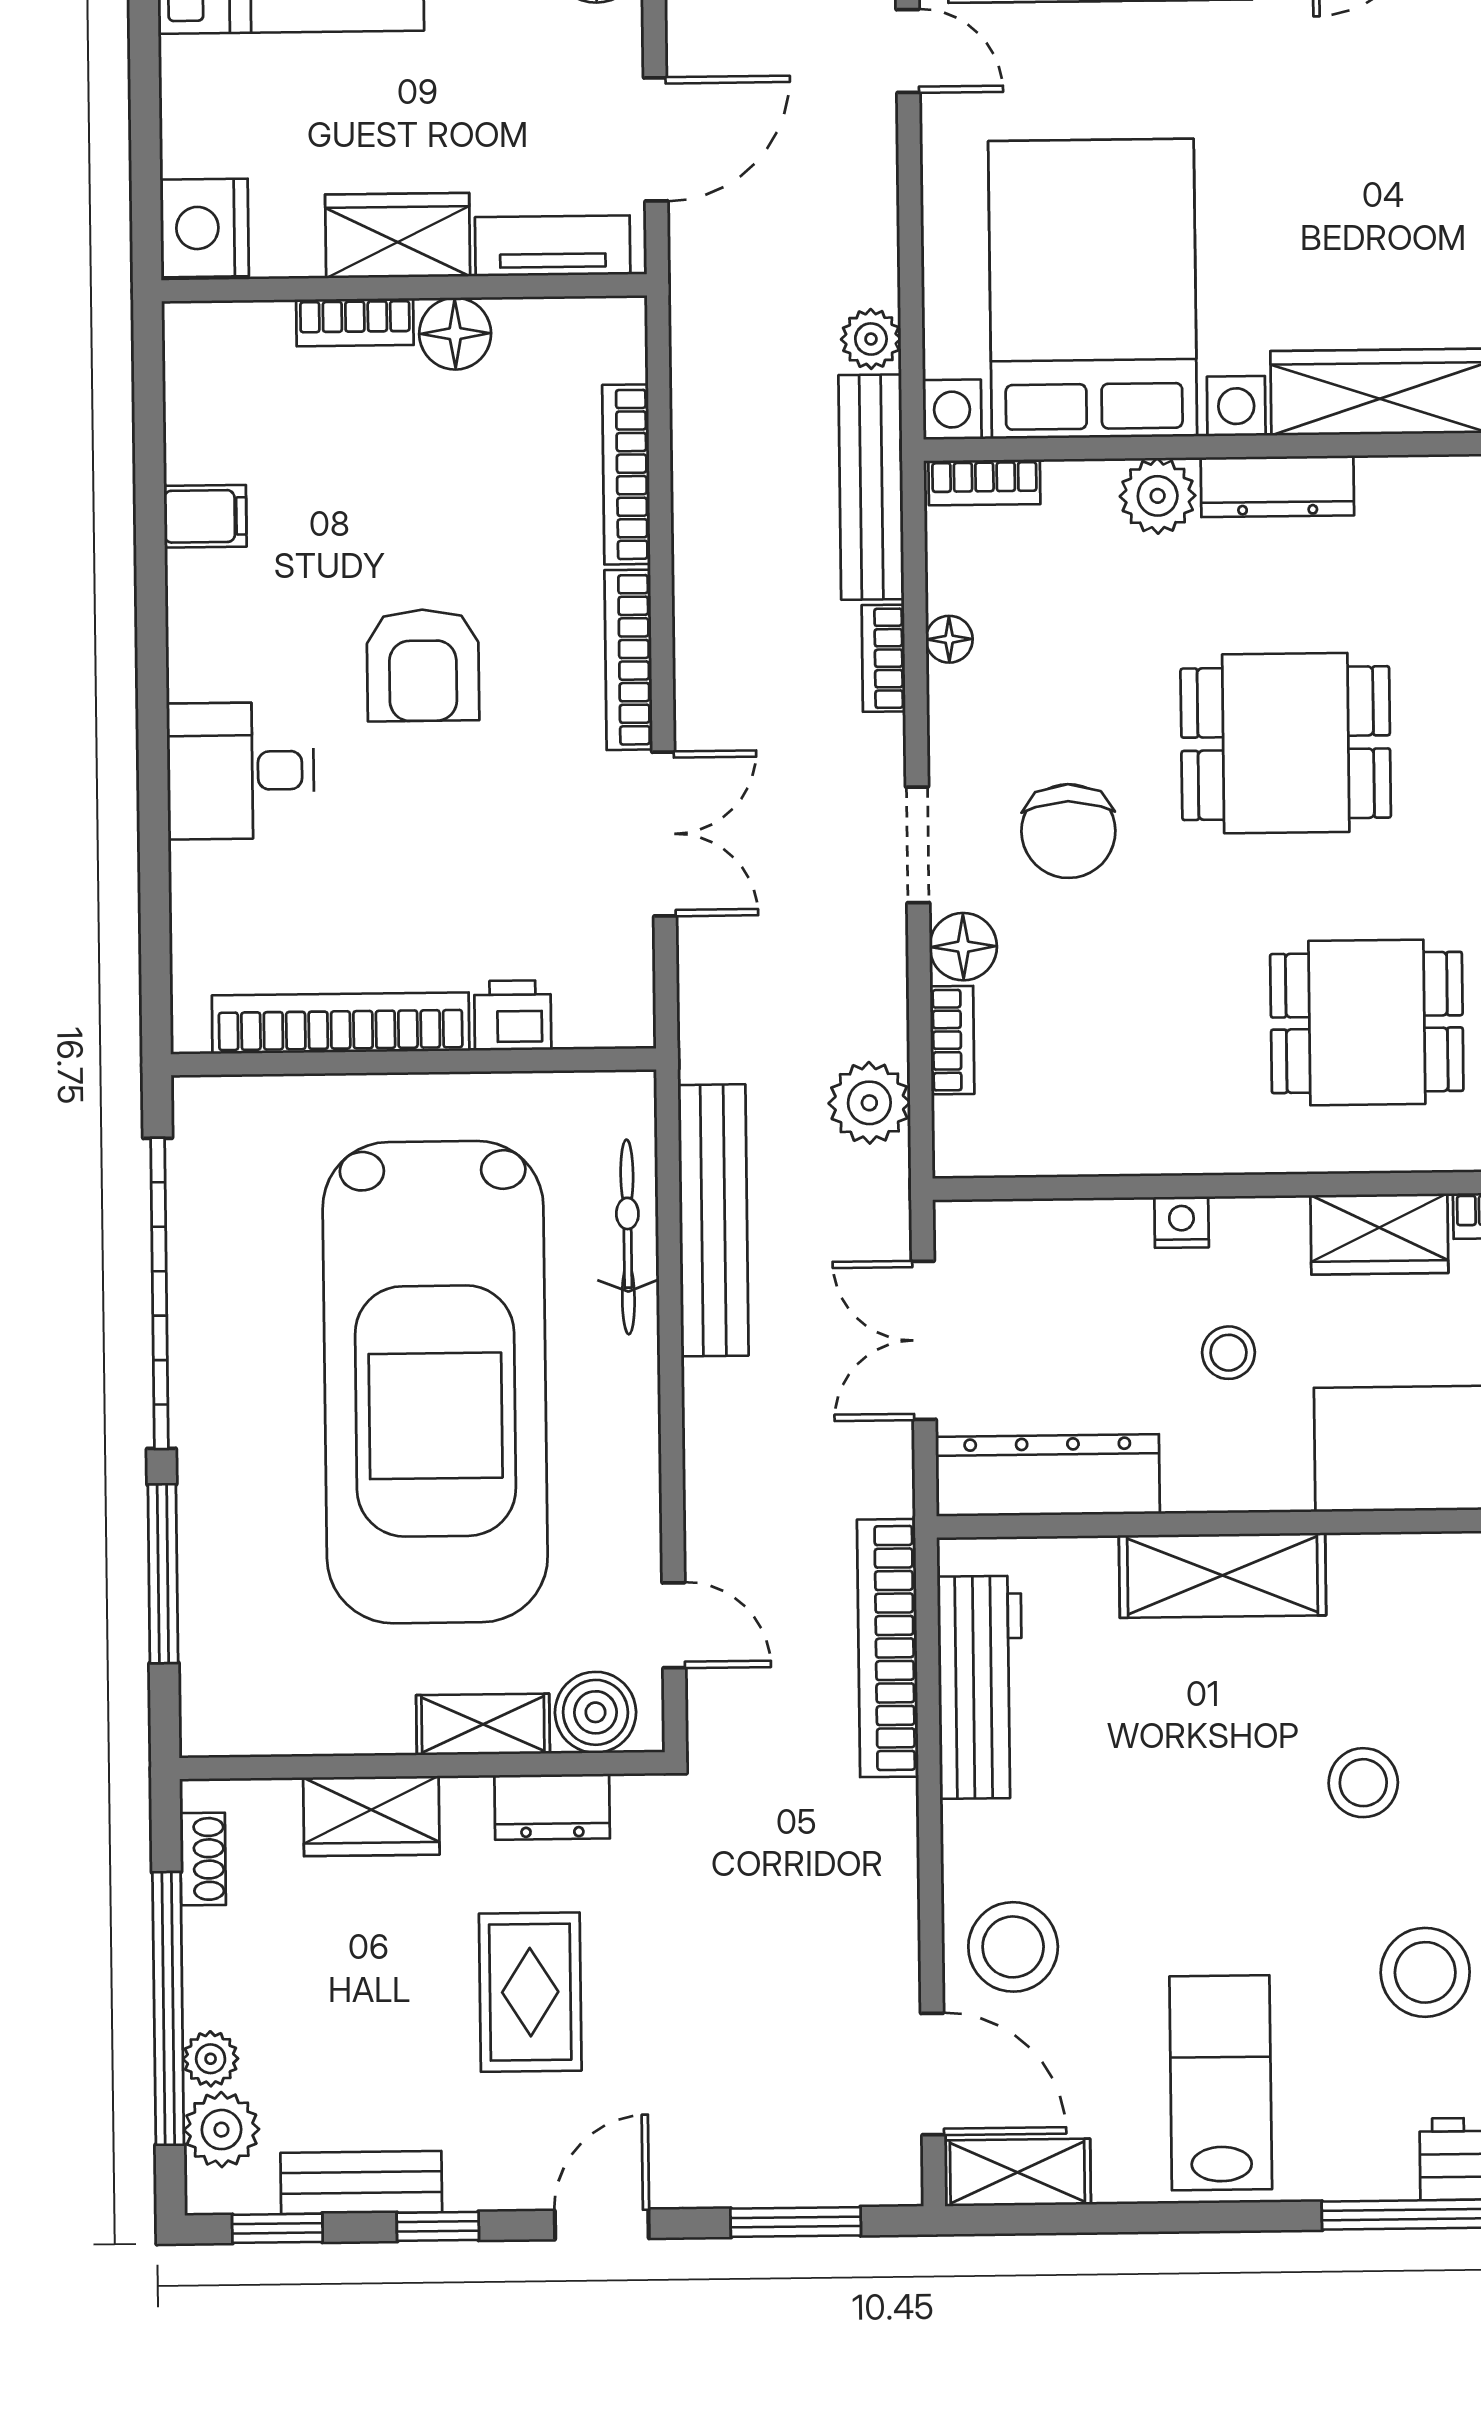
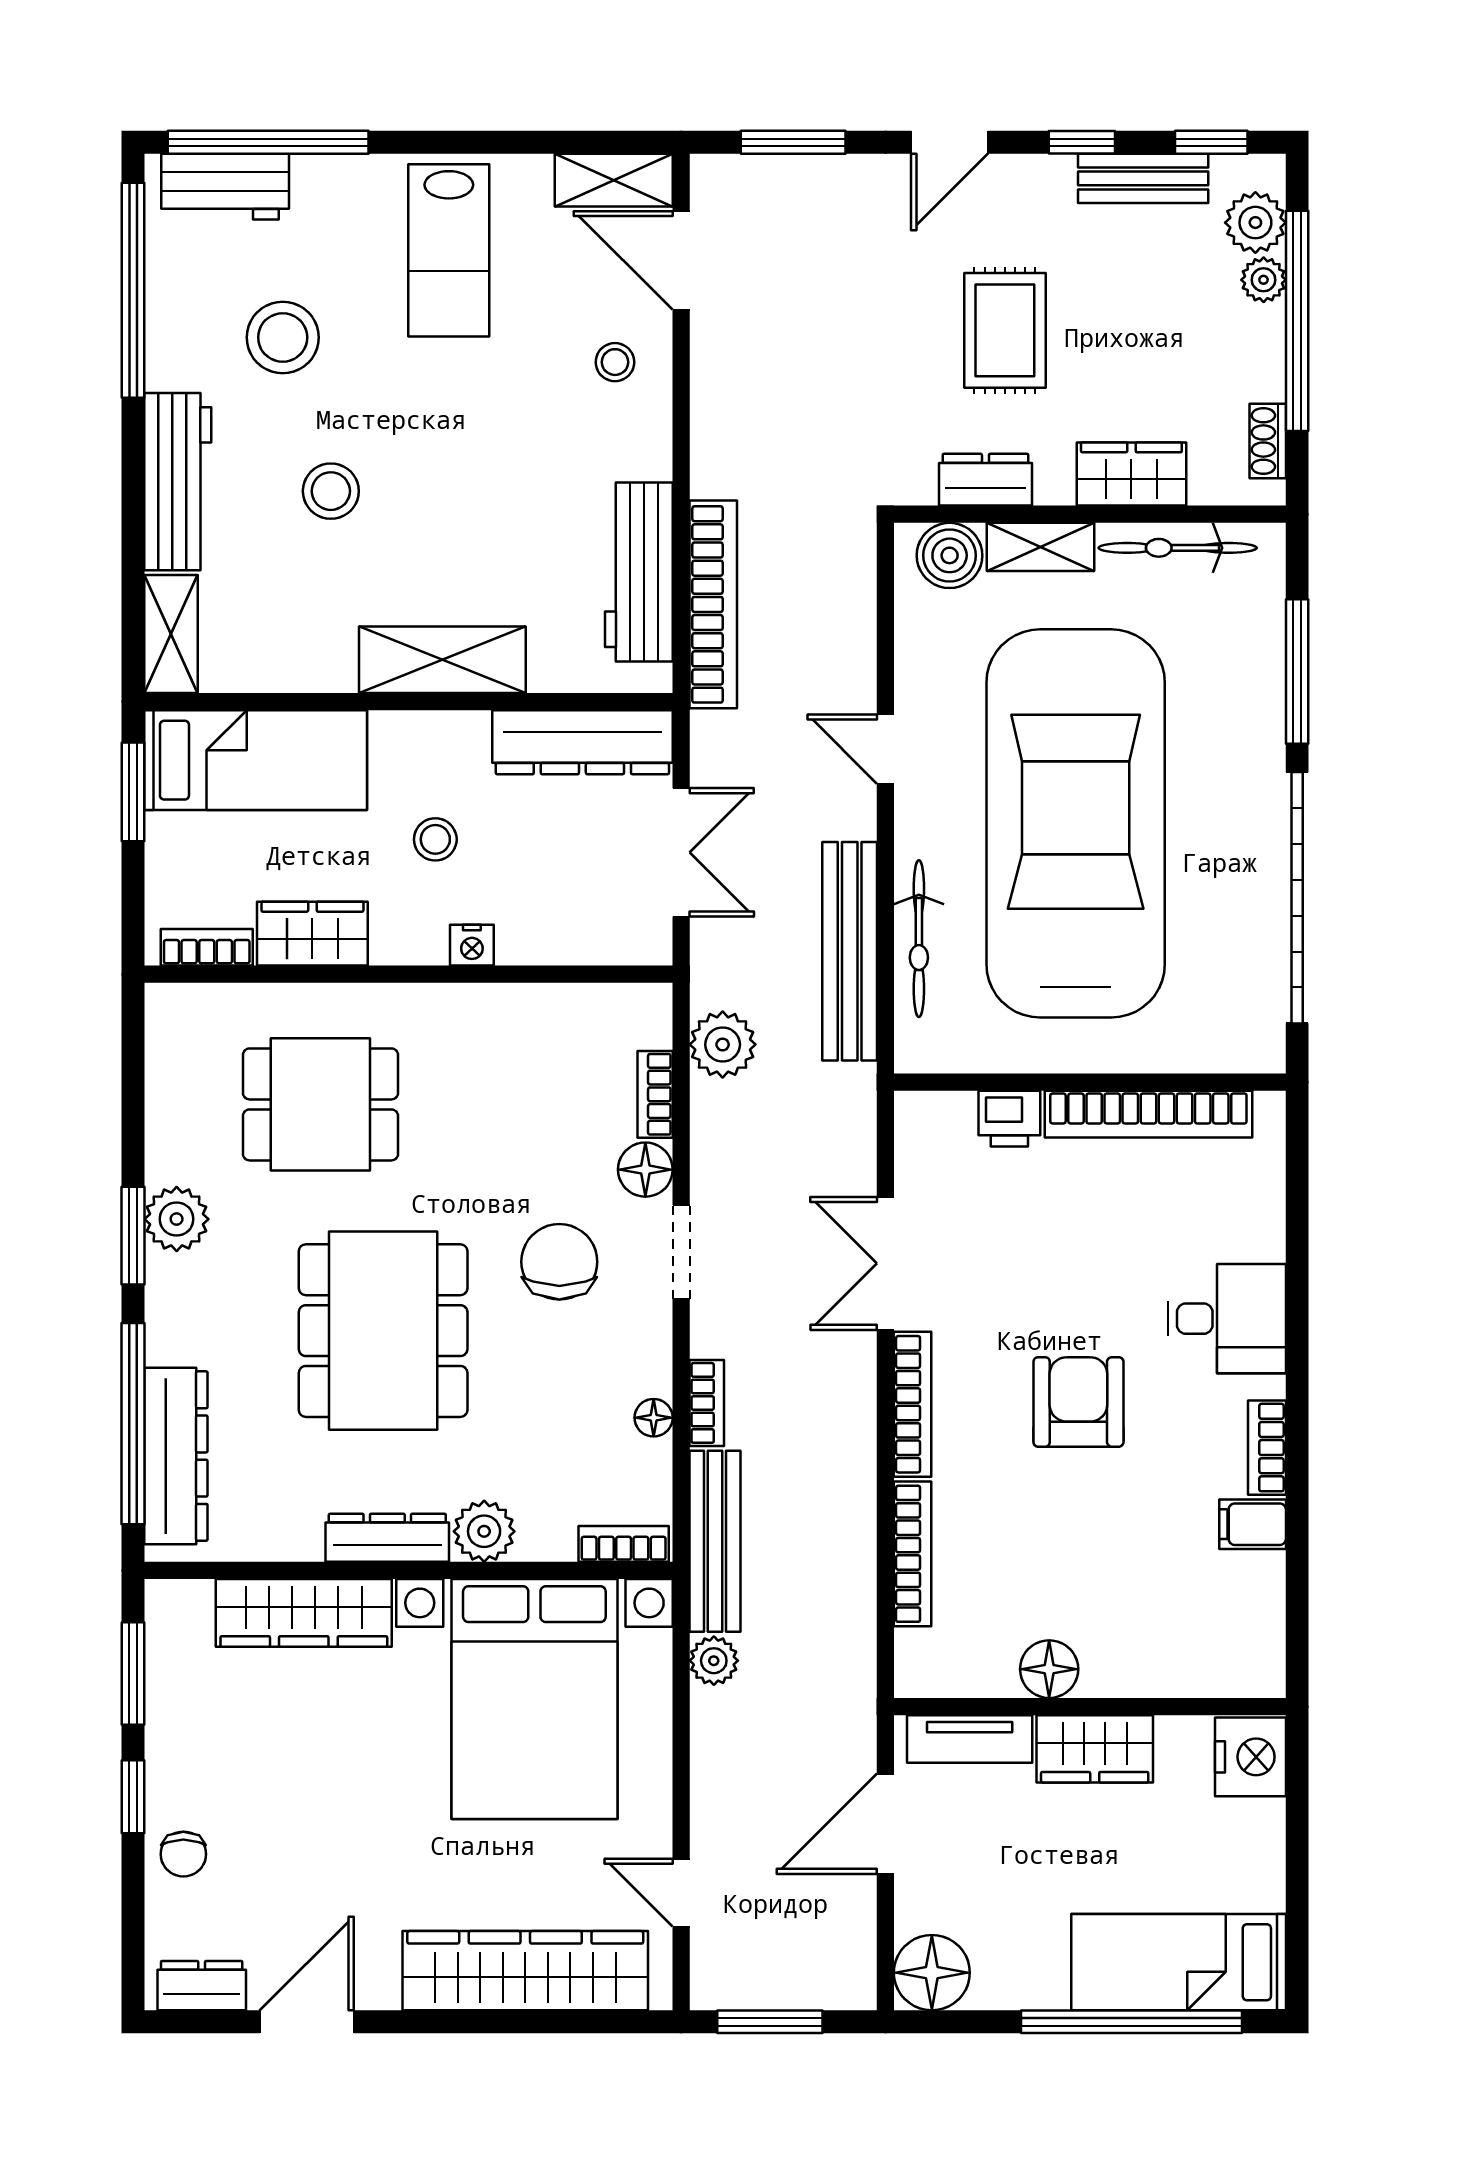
bookcase: (355, 322) -> (1267, 1448), moved, turned -90
dining table: (1286, 743) -> (383, 1331), width x1.38
door: (674, 1625) -> (885, 749), moved
bicycle: (313, 1725) -> (1178, 548), added
stool: (1013, 1947) -> (615, 362), width x0.53, depth x0.53

